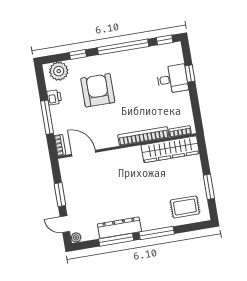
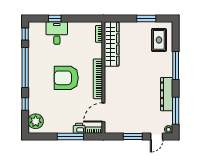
armchair: (98, 90) -> (66, 78), moved
printer: (54, 97) -> (79, 128), moved
bookcase: (143, 136) -> (98, 79), moved
window: (116, 240) -> (176, 111), moved

